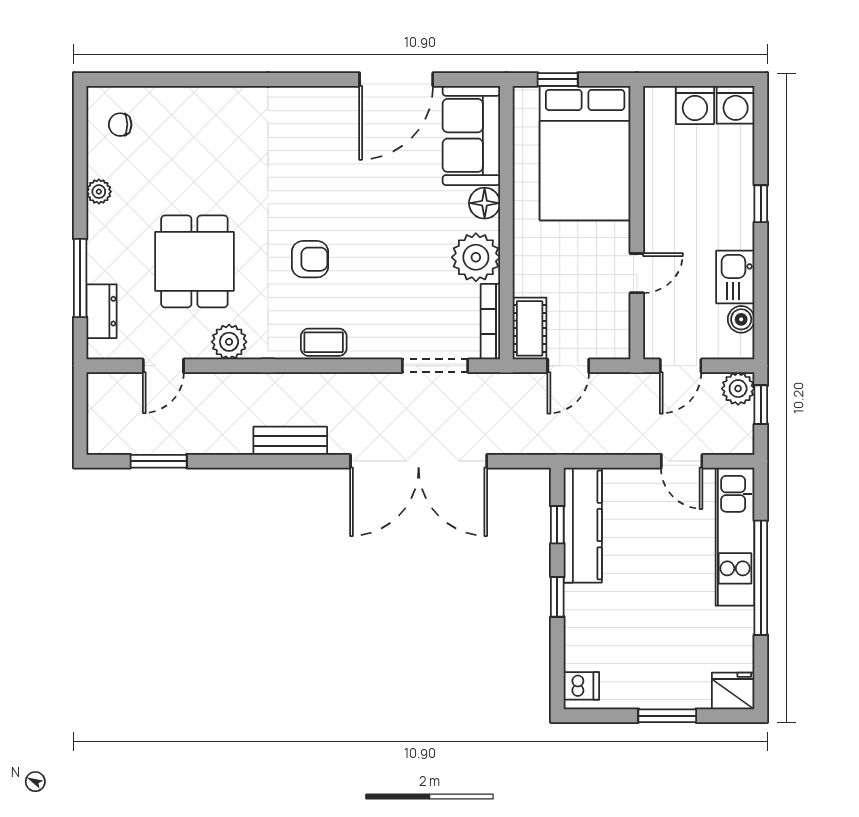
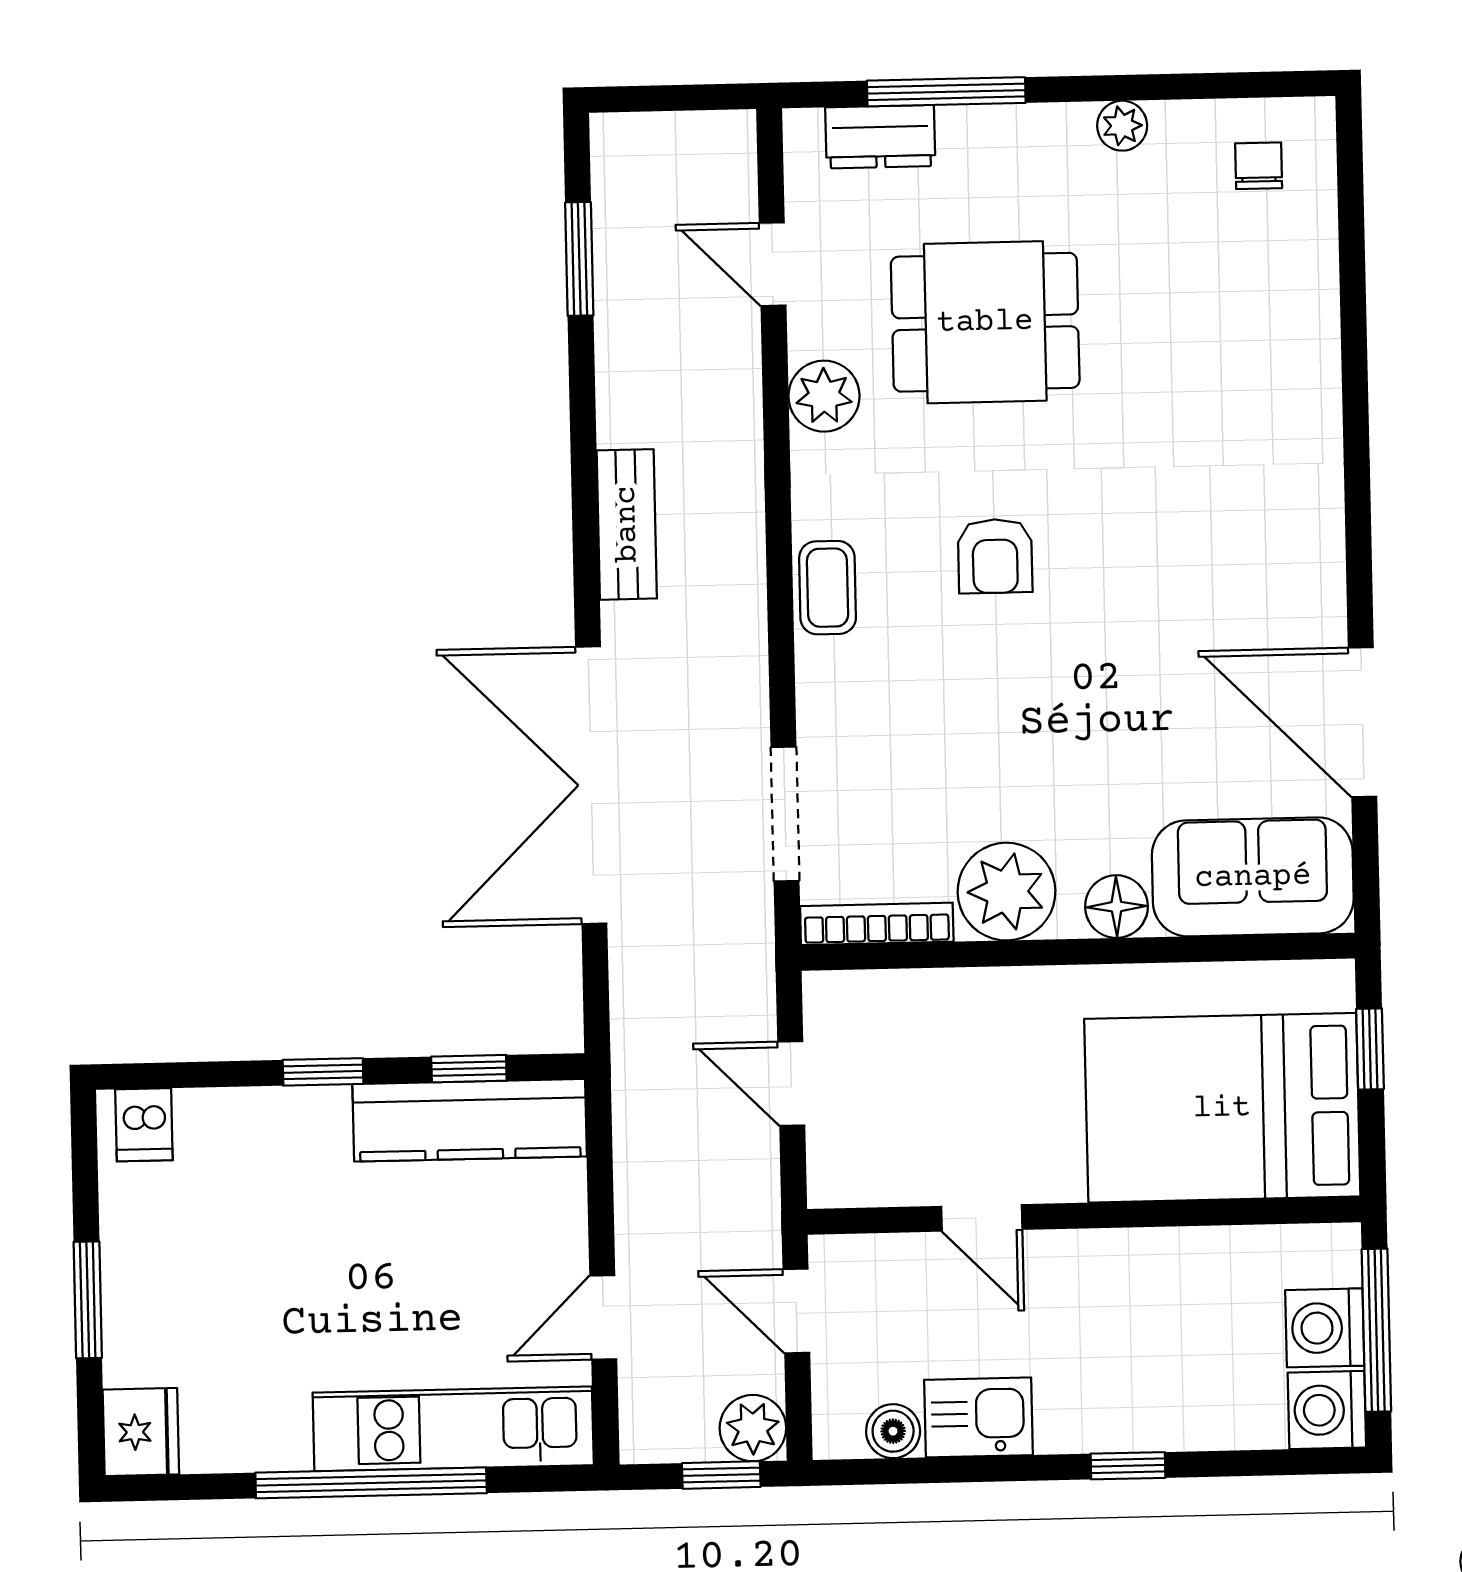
window: (697, 79) -> (1376, 1330), added
cot: (530, 328) -> (865, 1004), removed

